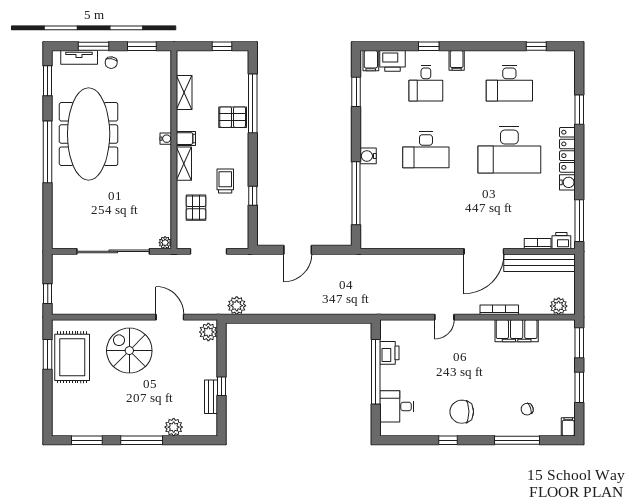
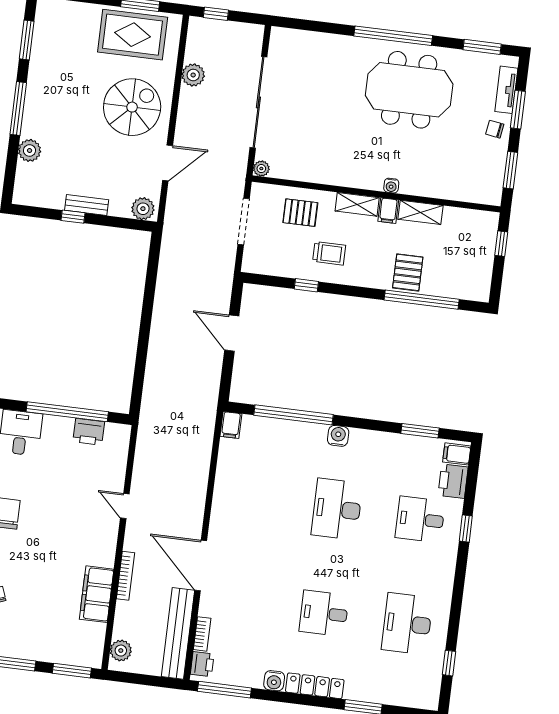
window: (222, 46) -> (501, 244), moved
filing cabinet: (457, 60) -> (231, 425), moved, turned -90
shelving: (184, 92) -> (420, 212), moved
meeting table: (89, 134) -> (409, 90), width x0.73
desk: (509, 150) -> (324, 613), width x0.53, depth x0.77
plant: (237, 306) -> (193, 75), moved
bench: (211, 397) -> (87, 205), moved

